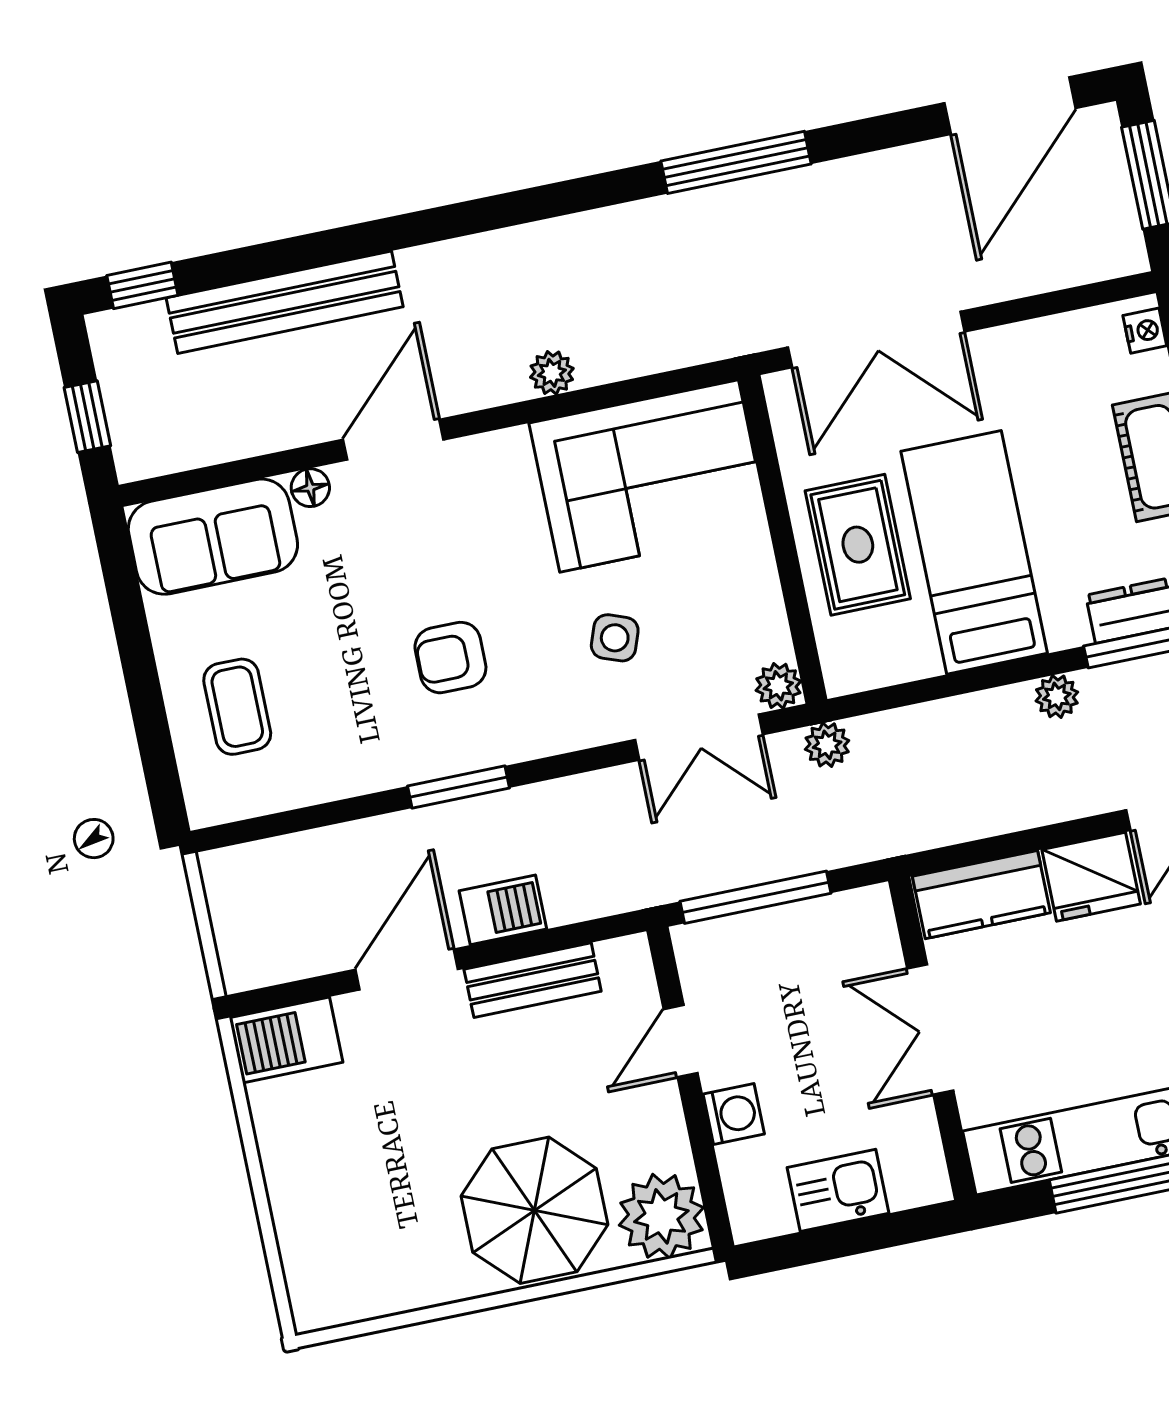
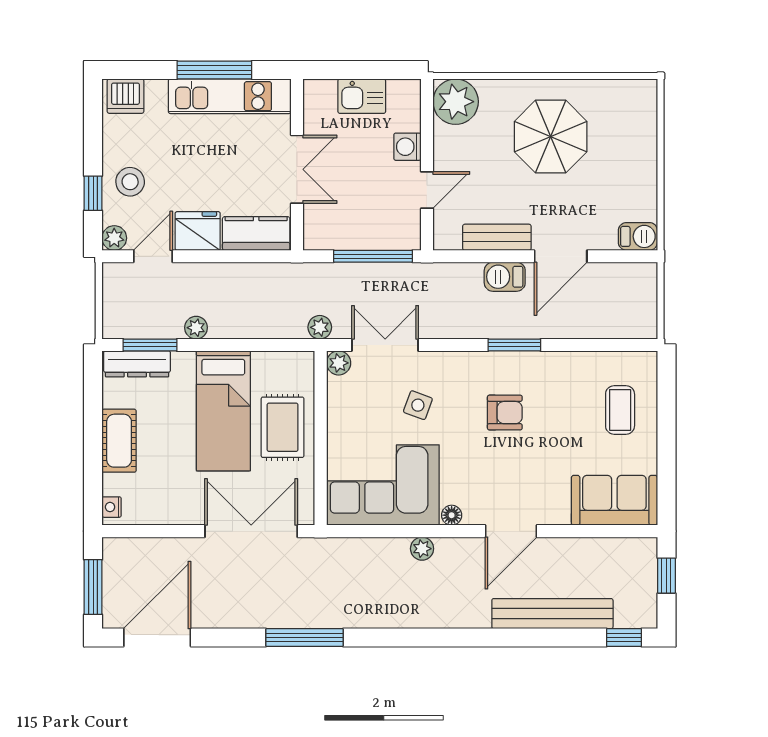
floor lamp: (310, 488) -> (452, 515), moved
barbecue: (286, 1040) -> (638, 236), width x0.73, depth x0.79
parasol: (535, 1210) -> (551, 137), moved

